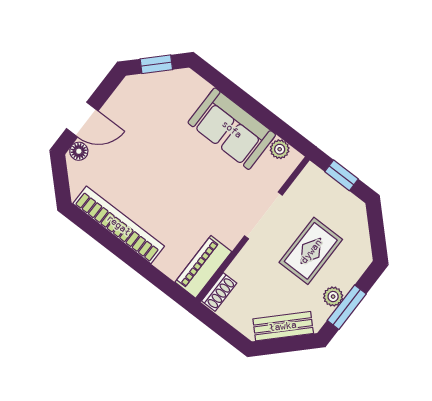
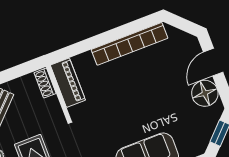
floor lamp: (79, 151) -> (205, 93), moved, width x1.89, depth x1.89

